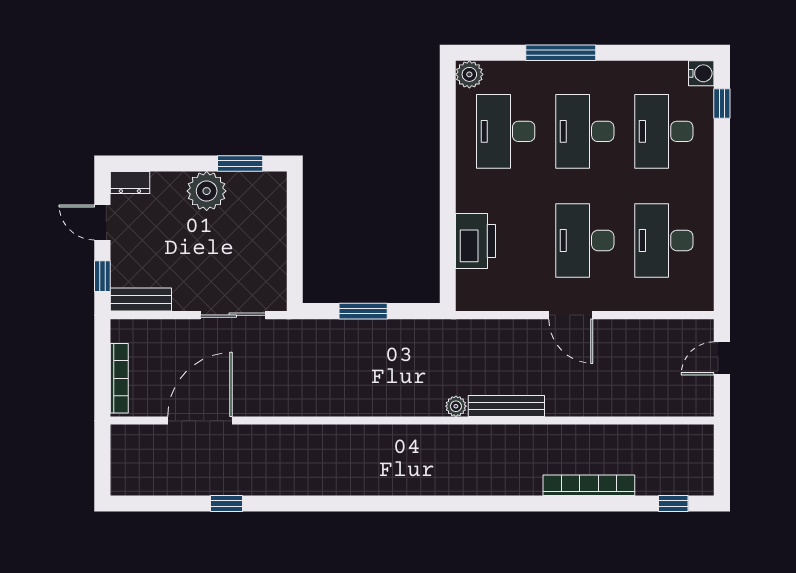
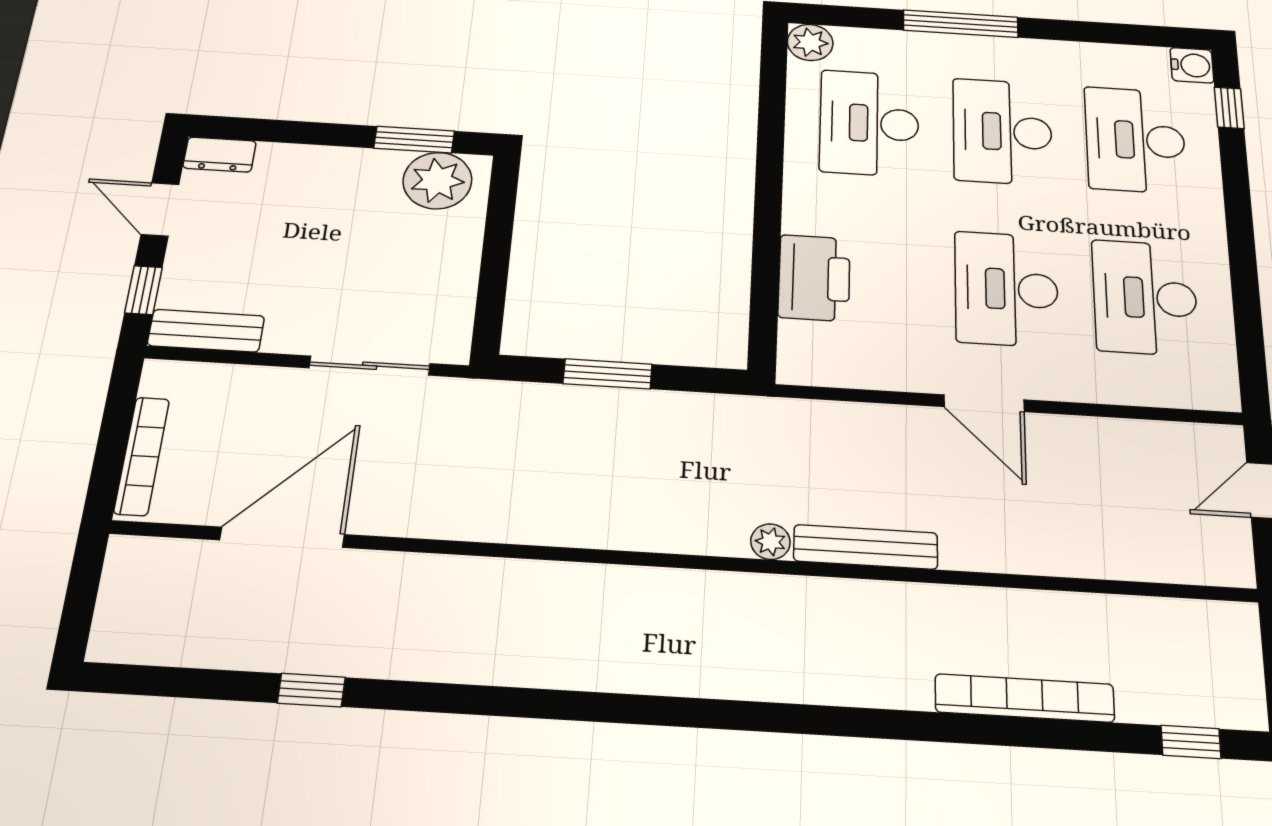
plant: (207, 191) -> (437, 181), moved

